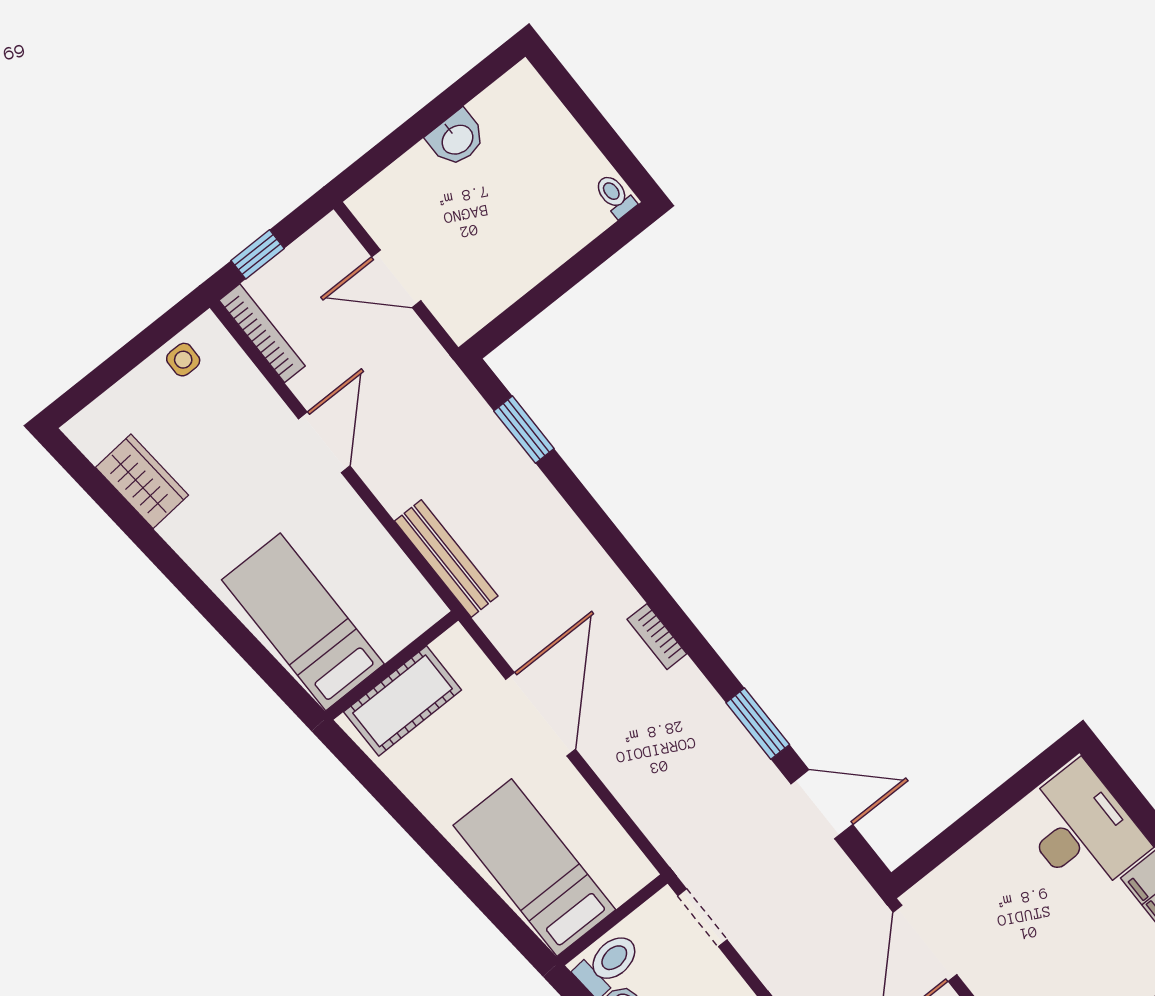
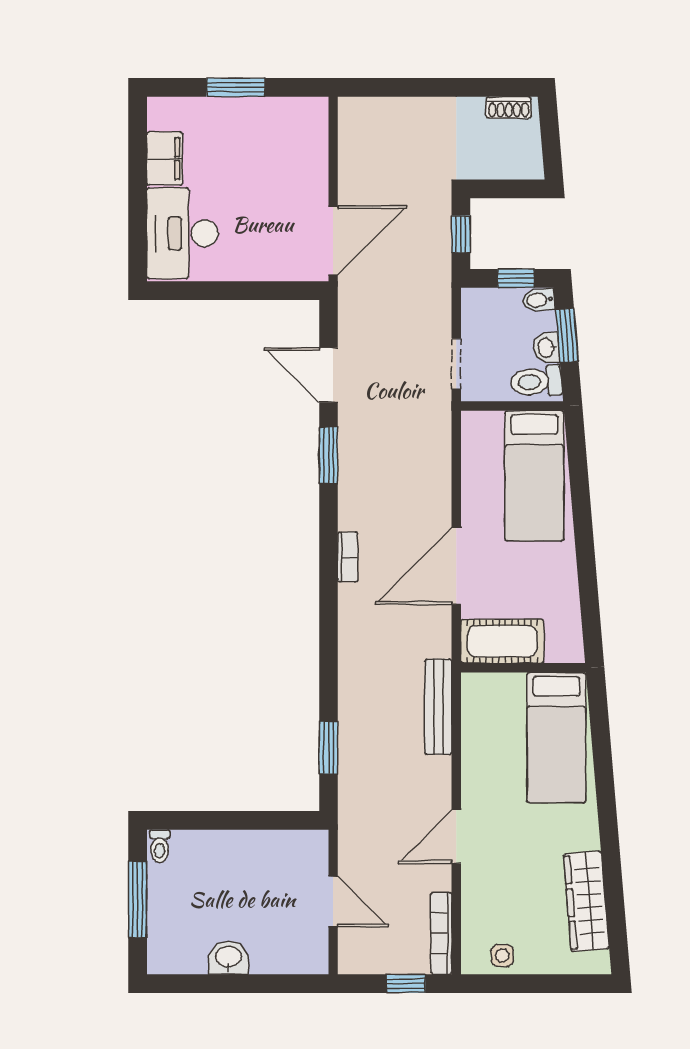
window: (594, 124) -> (138, 899), added
wardrobe: (142, 481) -> (586, 901), width x1.50
cot: (403, 701) -> (502, 641), moved

